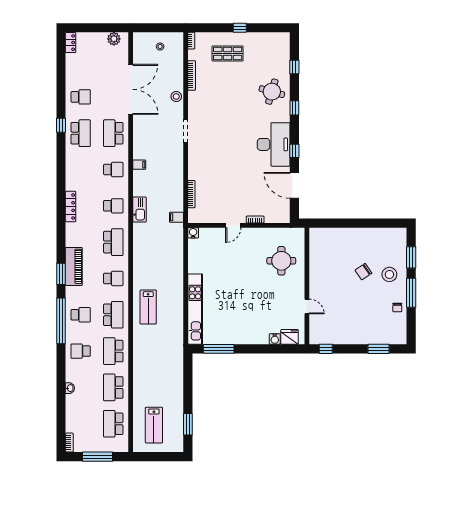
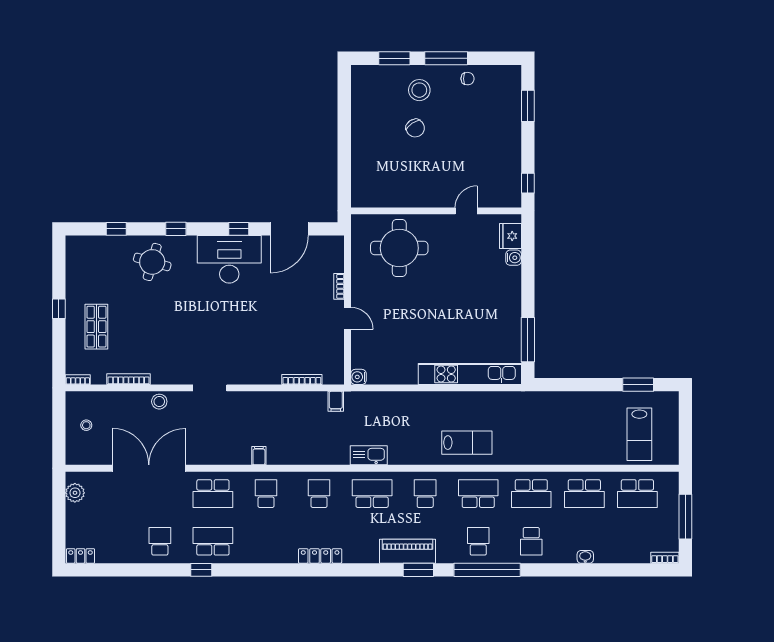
kitchen sink: (140, 210) -> (369, 455), moved
round table: (281, 261) -> (399, 248), width x1.36, depth x1.36
lab bench: (154, 425) -> (639, 434), turned 90

